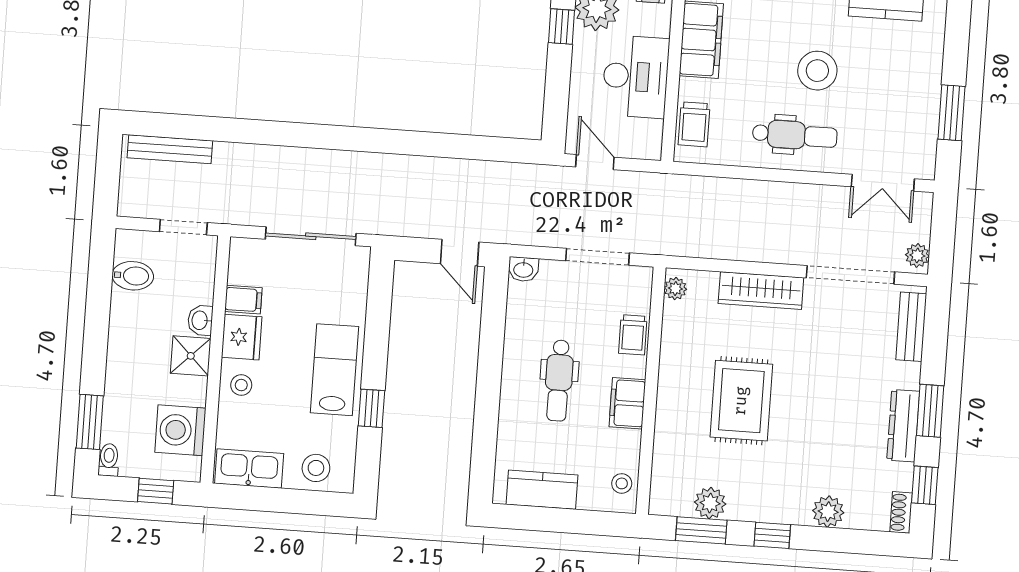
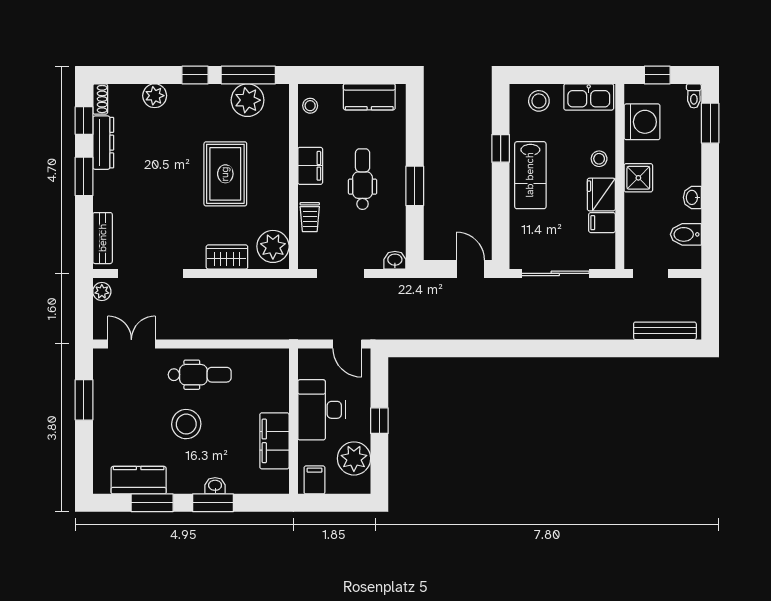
window: (562, 26) -> (379, 421), moved
trolley: (694, 124) -> (275, 377), removed
dental chair: (795, 135) -> (200, 375), turned 180
door: (460, 253) -> (470, 269), moved
plant: (675, 289) -> (273, 246), width x1.87, depth x1.87
wardrobe: (761, 291) -> (227, 257), width x0.67
washbasin: (200, 320) -> (692, 197), moved, turned 180
trolley: (633, 335) -> (310, 217), turned 180
window: (490, 367) -> (415, 186), added
dresser: (903, 426) -> (103, 143), moved
plant: (710, 503) -> (248, 100), width x1.36, depth x1.36
window: (701, 530) -> (248, 75), width x1.44

